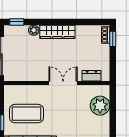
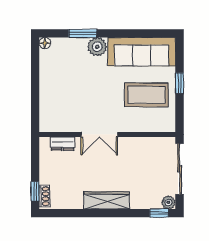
plant: (34, 30) -> (168, 202), moved
plant: (100, 106) -> (52, 105), removed

